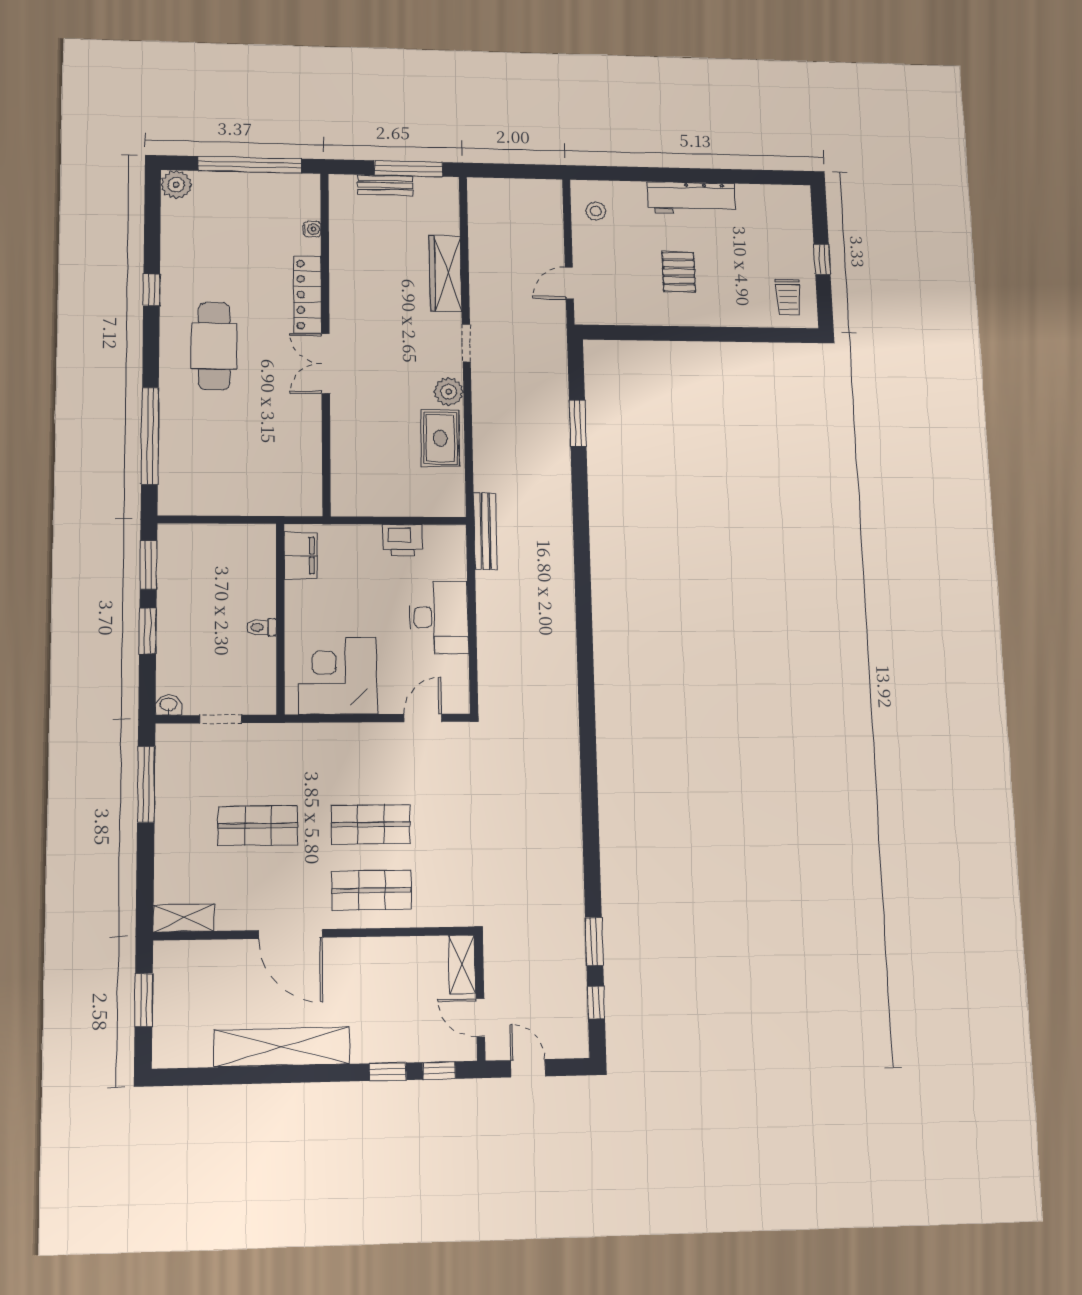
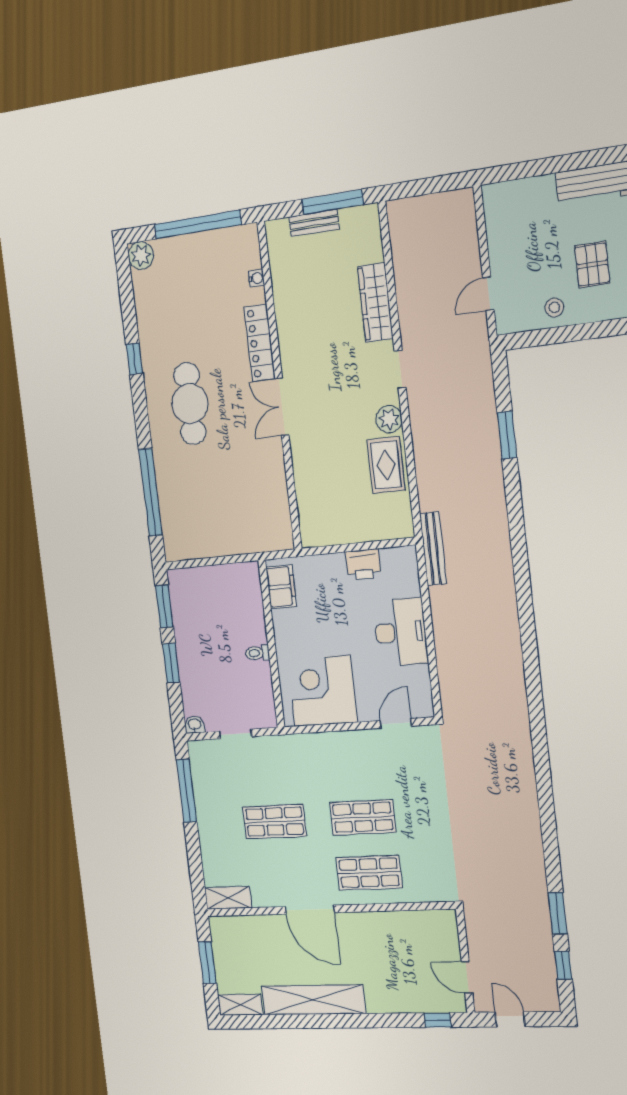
stool: (596, 211) -> (554, 307), moved
shelving: (462, 964) -> (240, 1005), moved, turned 90
window: (388, 1072) -> (397, 1020), removed

